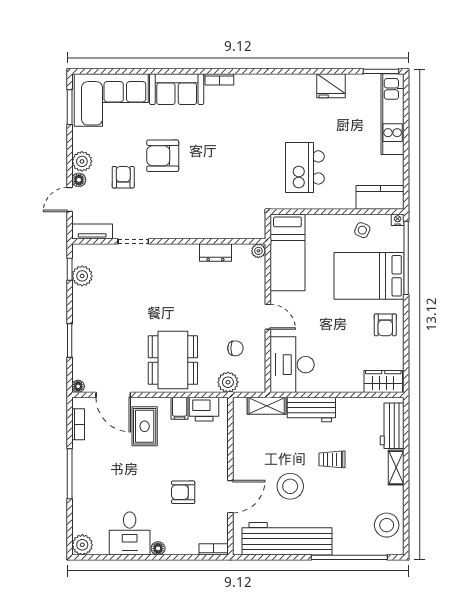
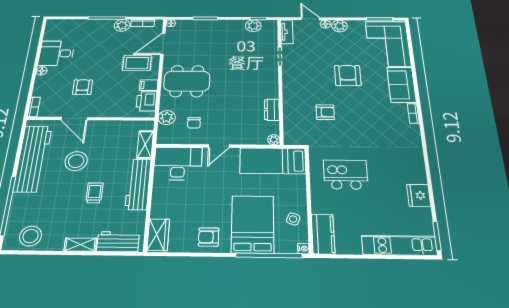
armchair: (123, 177) -> (325, 112), moved
workbench: (311, 409) -> (138, 184), width x1.38
plant: (82, 545) -> (122, 25), moved

